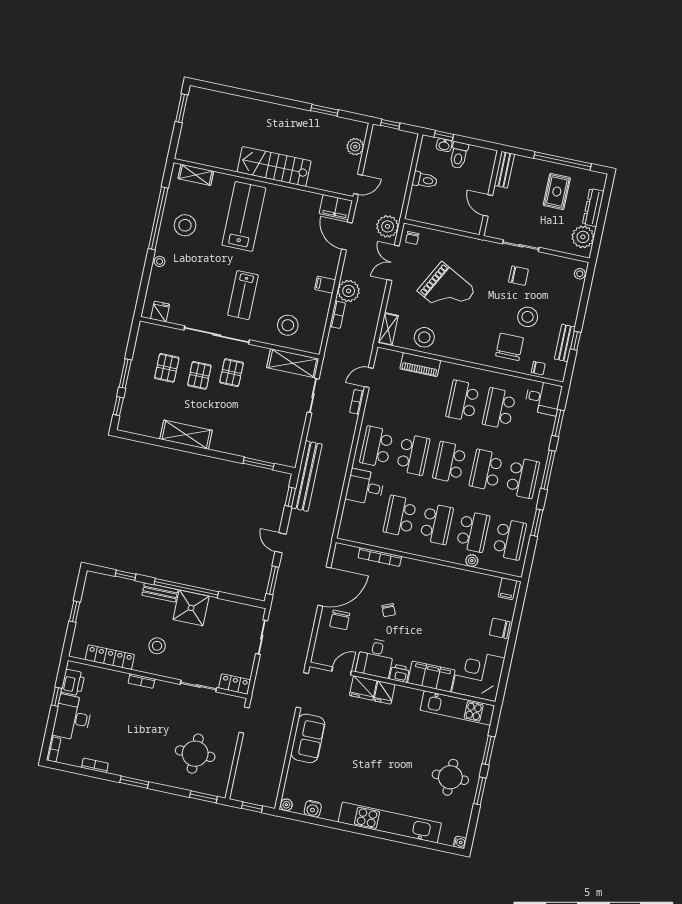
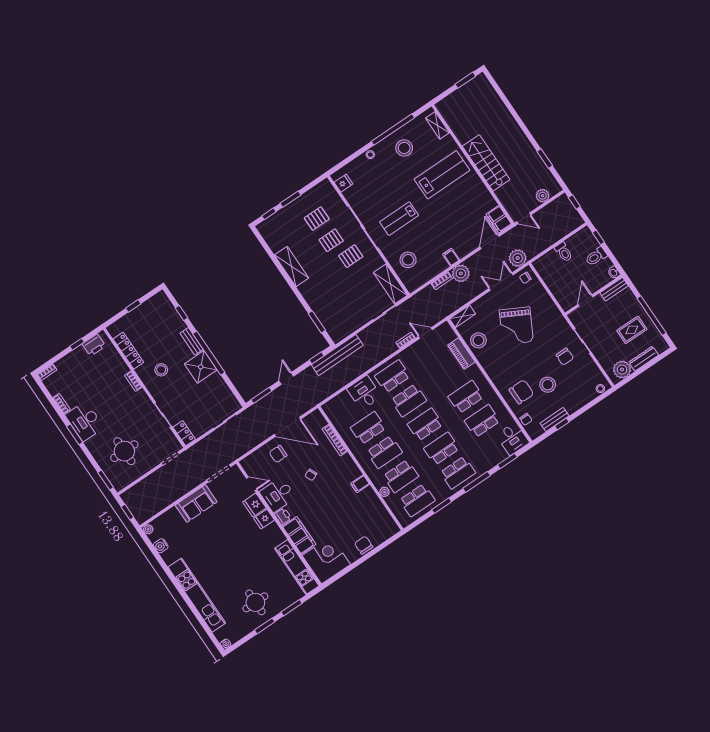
washbasin: (444, 145) -> (614, 273), moved
filing cabinet: (507, 589) -> (360, 484), moved
desk: (72, 718) -> (85, 421), moved, turned -90

